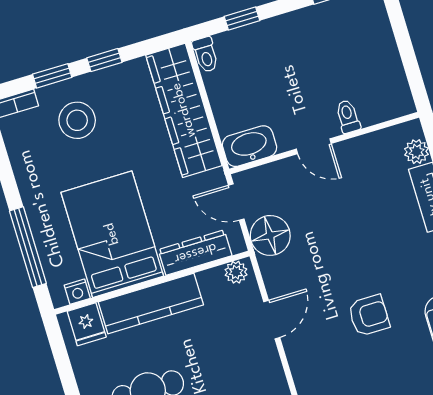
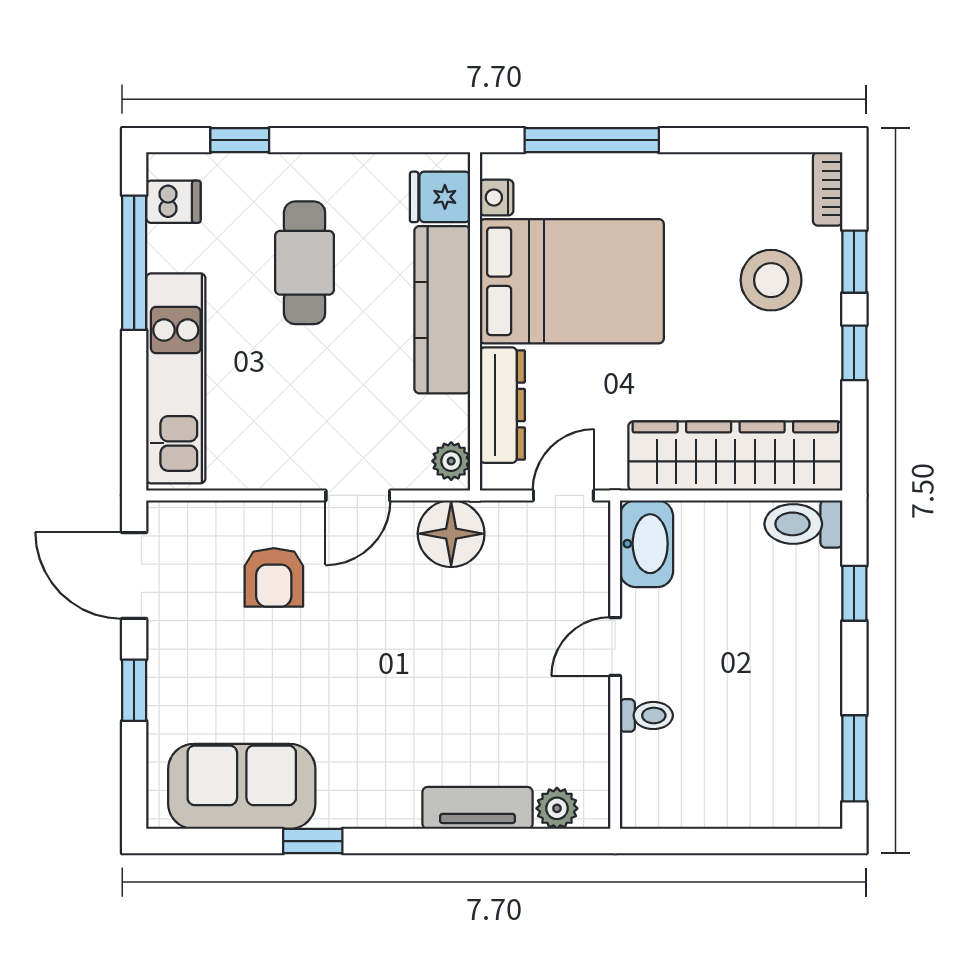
toilet: (206, 55) -> (803, 524), width x1.37, depth x1.39
floor lamp: (270, 235) -> (451, 534), moved
armchair: (369, 315) -> (274, 577), moved
door: (272, 320) -> (358, 495), hinge flipped

